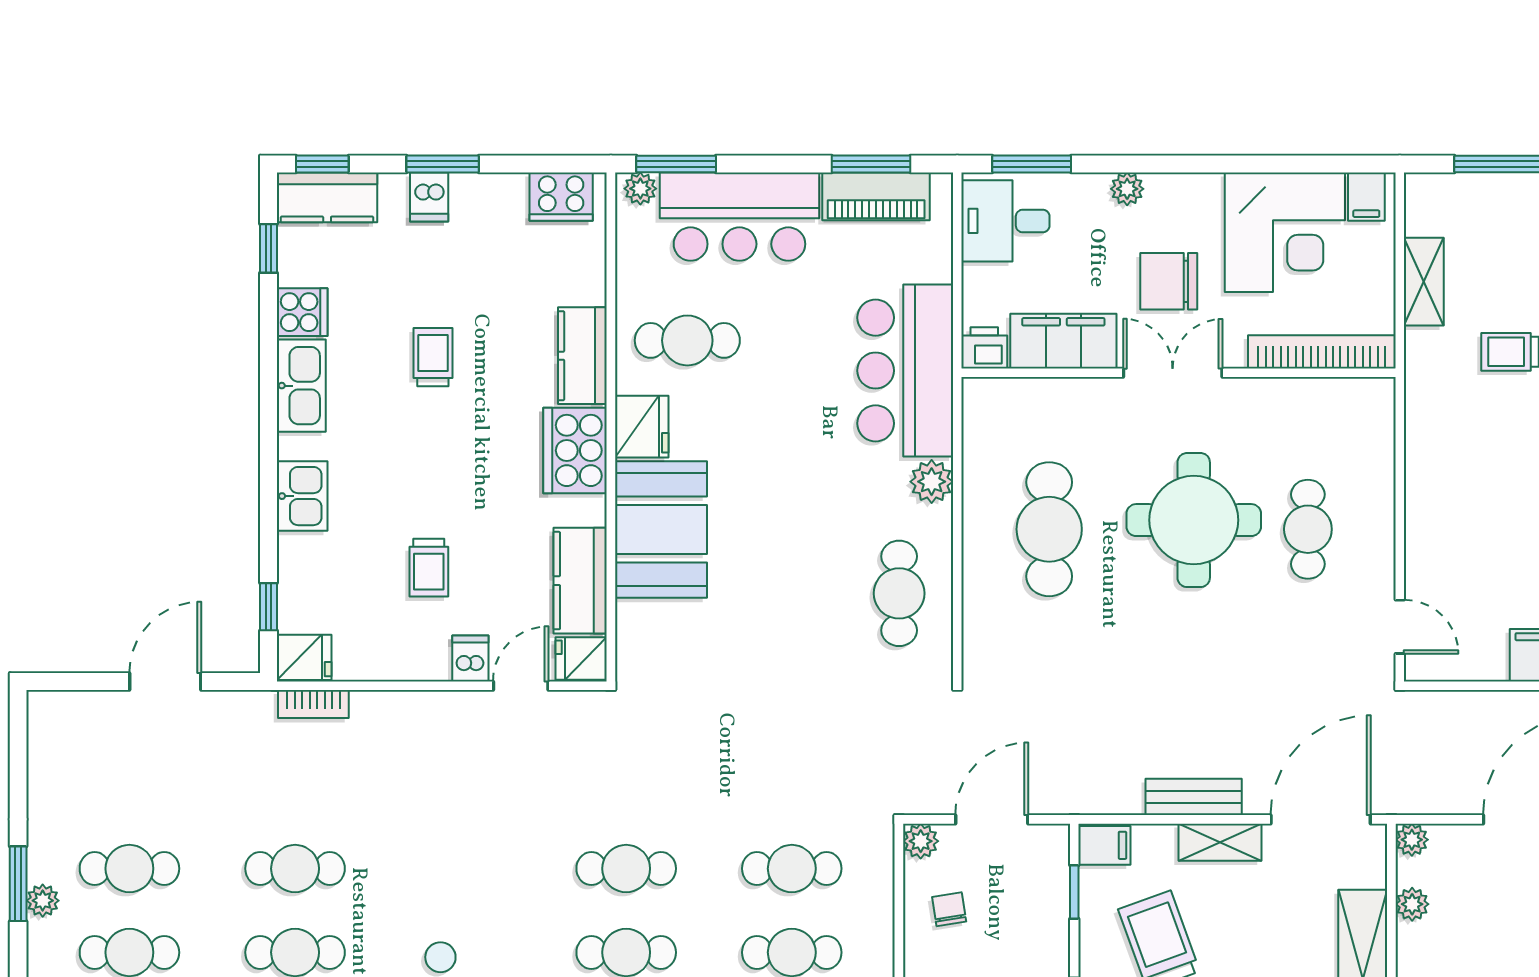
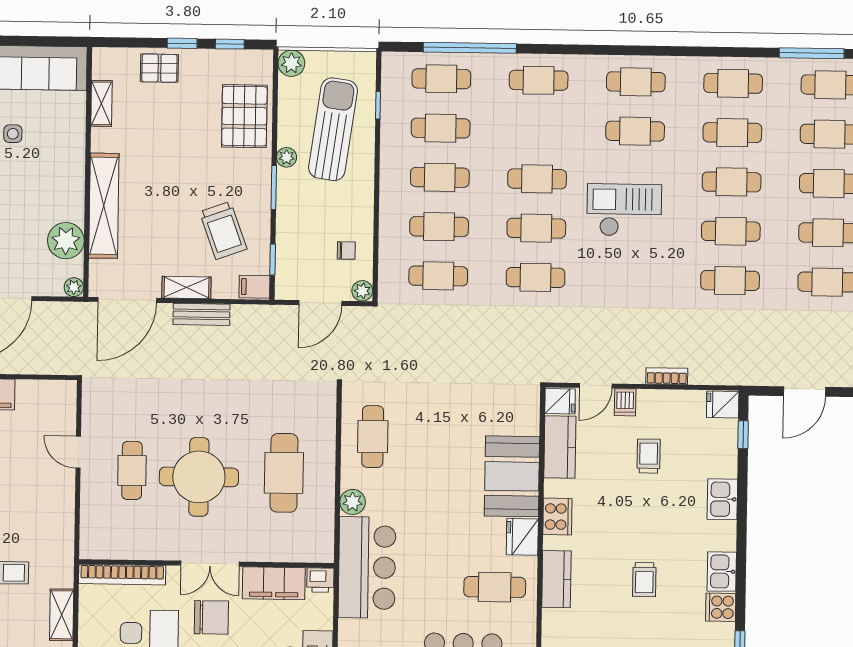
kitchen sink: (301, 386) -> (722, 572), width x0.73
cooker: (575, 450) -> (557, 517), width x0.73, depth x0.76
door: (1400, 627) -> (78, 452), moved
bookcase: (313, 704) -> (667, 376), moved
plant: (1412, 904) -> (66, 241), width x1.87, depth x1.87
chair: (949, 909) -> (346, 251), turned -81

